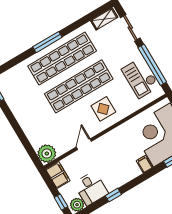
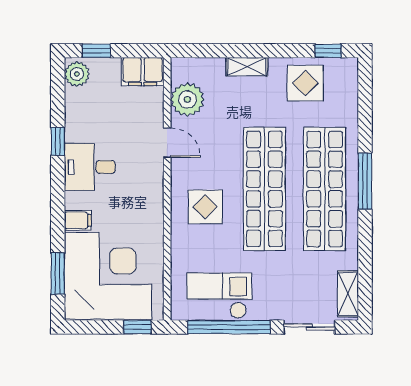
display table: (18, 97) -> (305, 83), added
shelving: (27, 128) -> (247, 67), added
plant: (47, 154) -> (187, 99), moved
desk: (91, 188) -> (90, 167), moved

